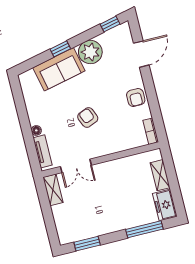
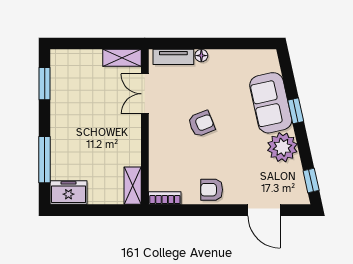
shelving: (160, 175) -> (133, 186), moved, turned 90

